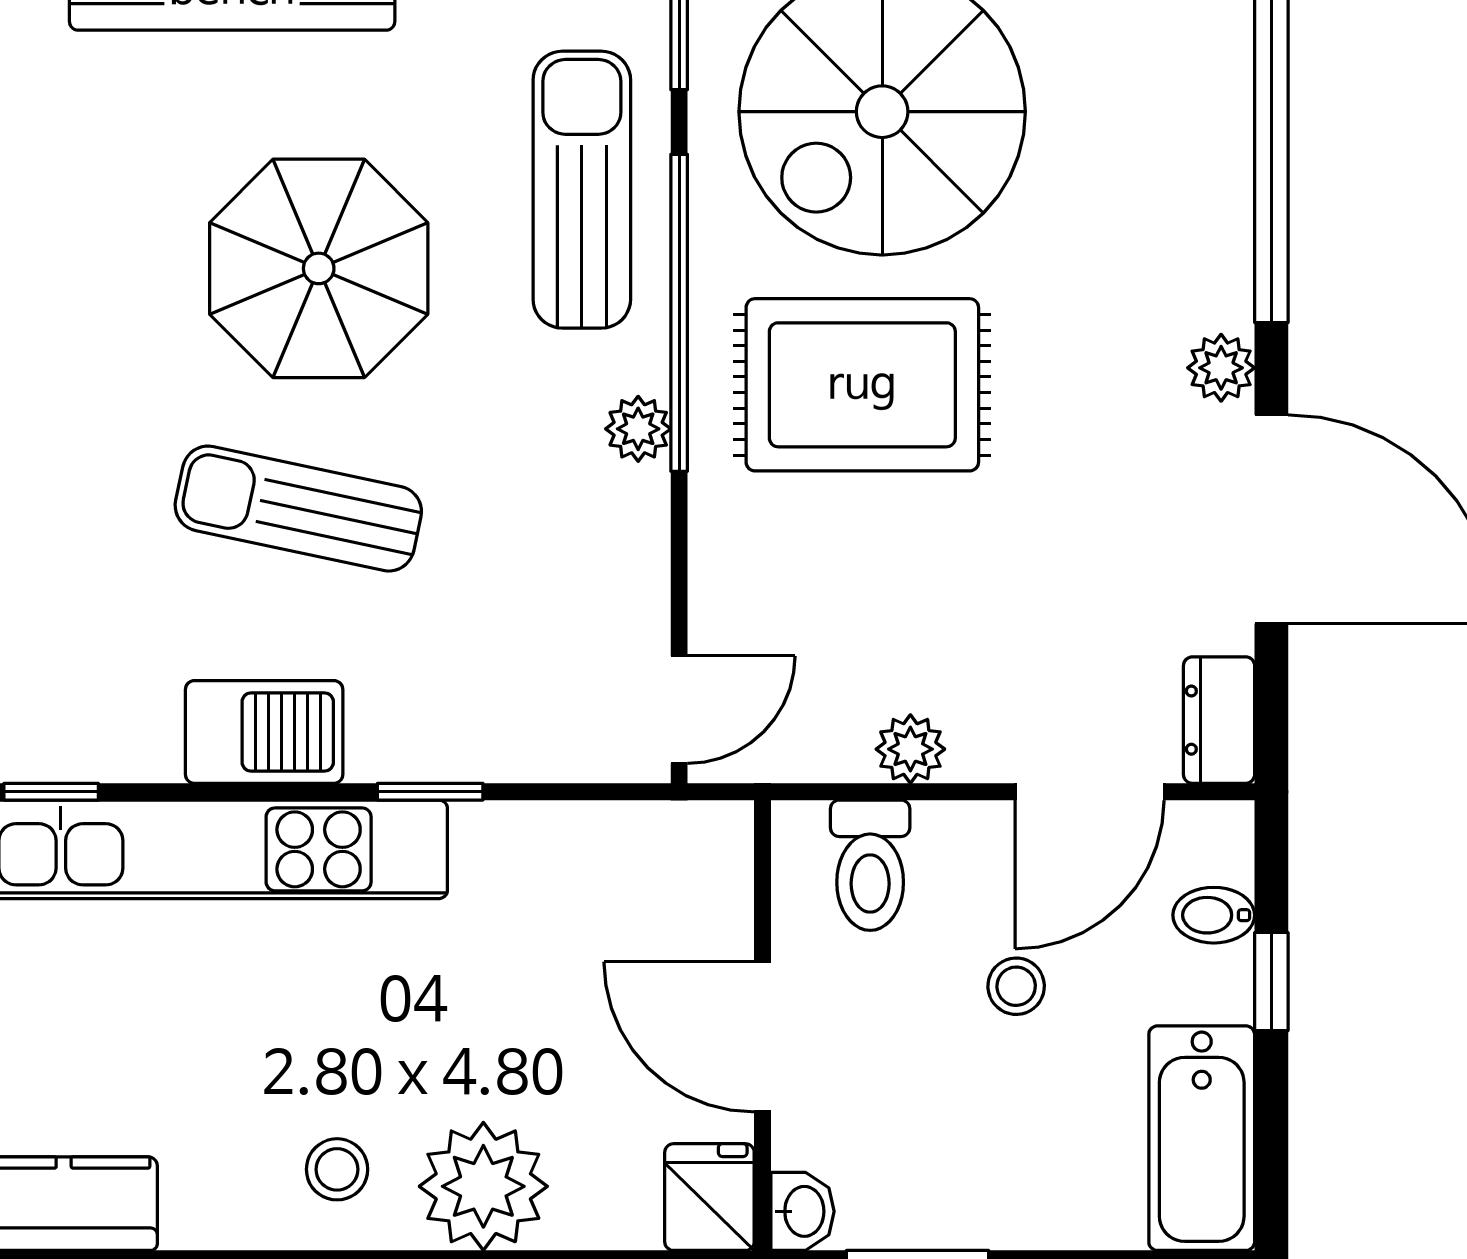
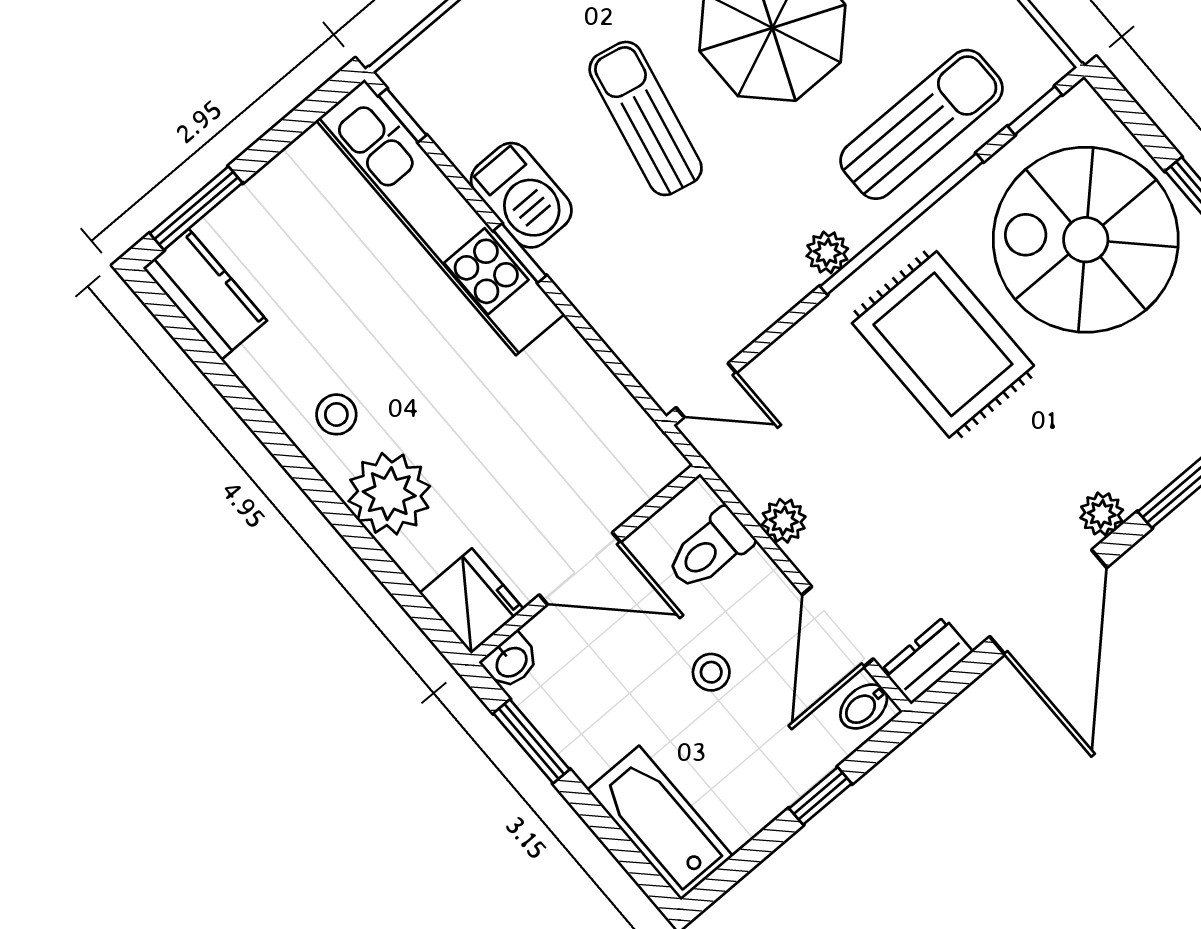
window: (430, 792) -> (520, 253), moved
door: (1090, 792) -> (838, 627), hinge flipped
bidet: (1214, 915) -> (864, 706), moved, turned -90
door: (763, 1037) -> (580, 568), swing flipped
bathtub: (1202, 1138) -> (660, 823), moved, turned 90
fridge: (709, 1197) -> (472, 601), width x1.38

